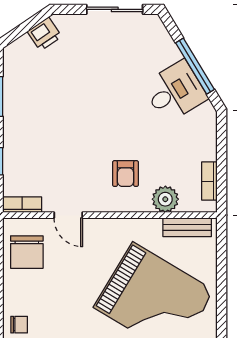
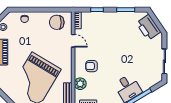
printer: (45, 34) -> (148, 27), width x1.87, depth x1.48
door: (68, 215) -> (73, 41), swing flipped

